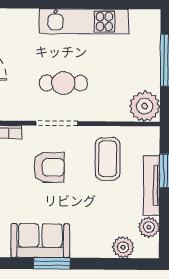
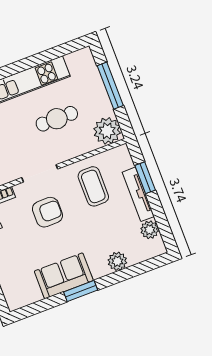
cafe table: (63, 83) -> (57, 119), moved
plant: (123, 247) -> (117, 261), moved

